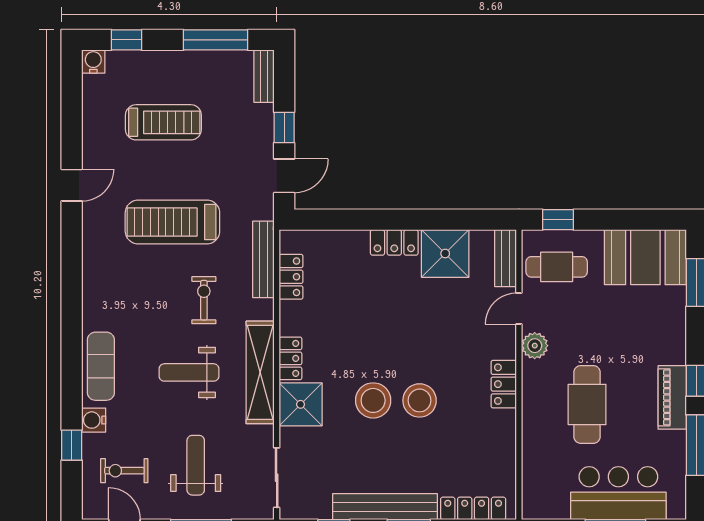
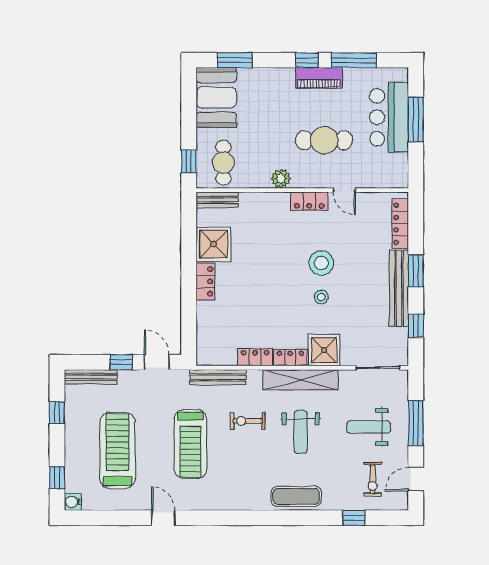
window: (216, 40) -> (57, 412), width x0.46
bench: (264, 76) -> (91, 377), width x1.36
treadmill: (163, 122) -> (117, 451), width x1.37, depth x1.38
locker: (291, 277) -> (255, 357), moved
door: (519, 309) -> (344, 190), moved
stool: (373, 400) -> (321, 297), width x0.53, depth x0.53
water cooler: (94, 420) -> (336, 502), removed

